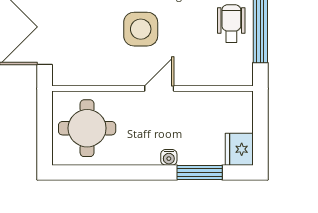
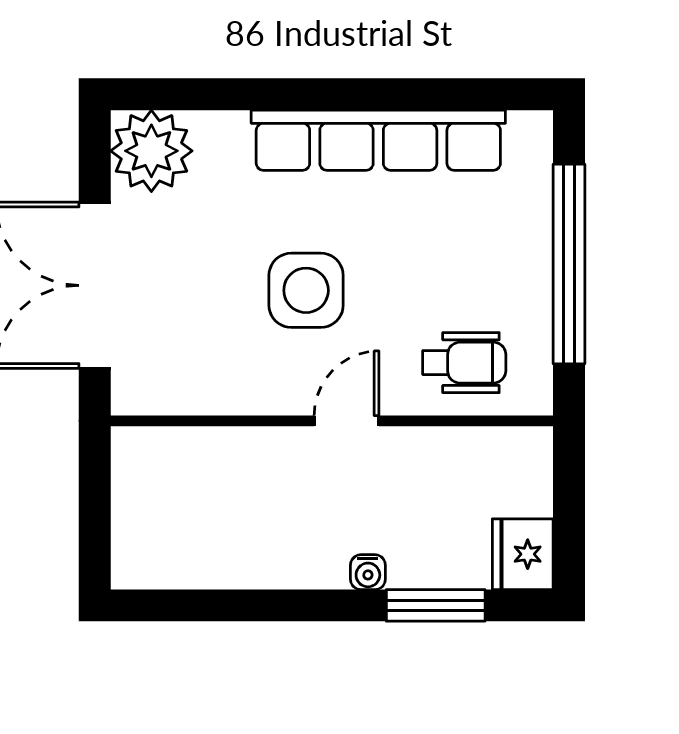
wheelchair: (231, 24) -> (464, 363), moved, turned 90
round table: (87, 128) -> (188, 508), removed

